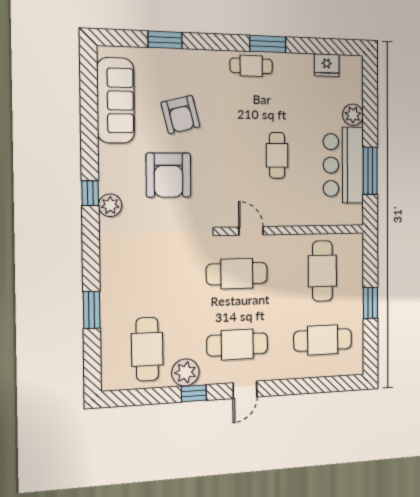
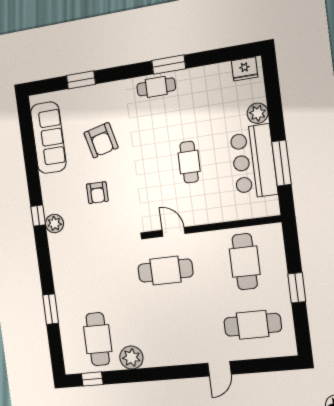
fridge: (327, 65) -> (245, 69), moved
armchair: (168, 175) -> (97, 193), width x0.53, depth x0.53
cafe table: (237, 344) -> (173, 332), removed
door: (245, 390) -> (219, 369), moved
window: (194, 393) -> (92, 379), moved

